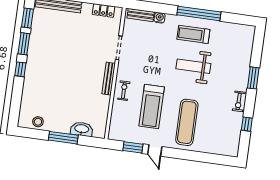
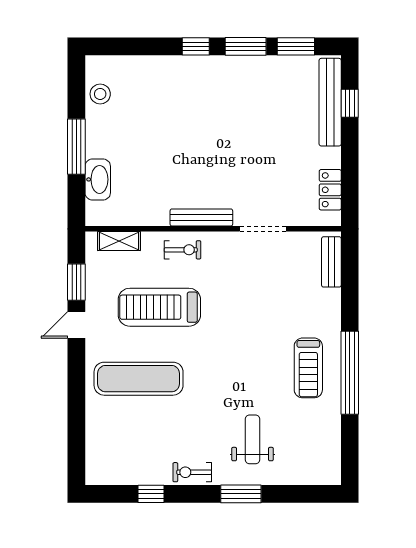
water cooler: (160, 18) -> (331, 299), removed
treadmill: (193, 34) -> (308, 368), turned 180
weight bench: (193, 66) -> (253, 439), moved, width x0.73, depth x0.75
shelving: (115, 123) -> (119, 241), added

